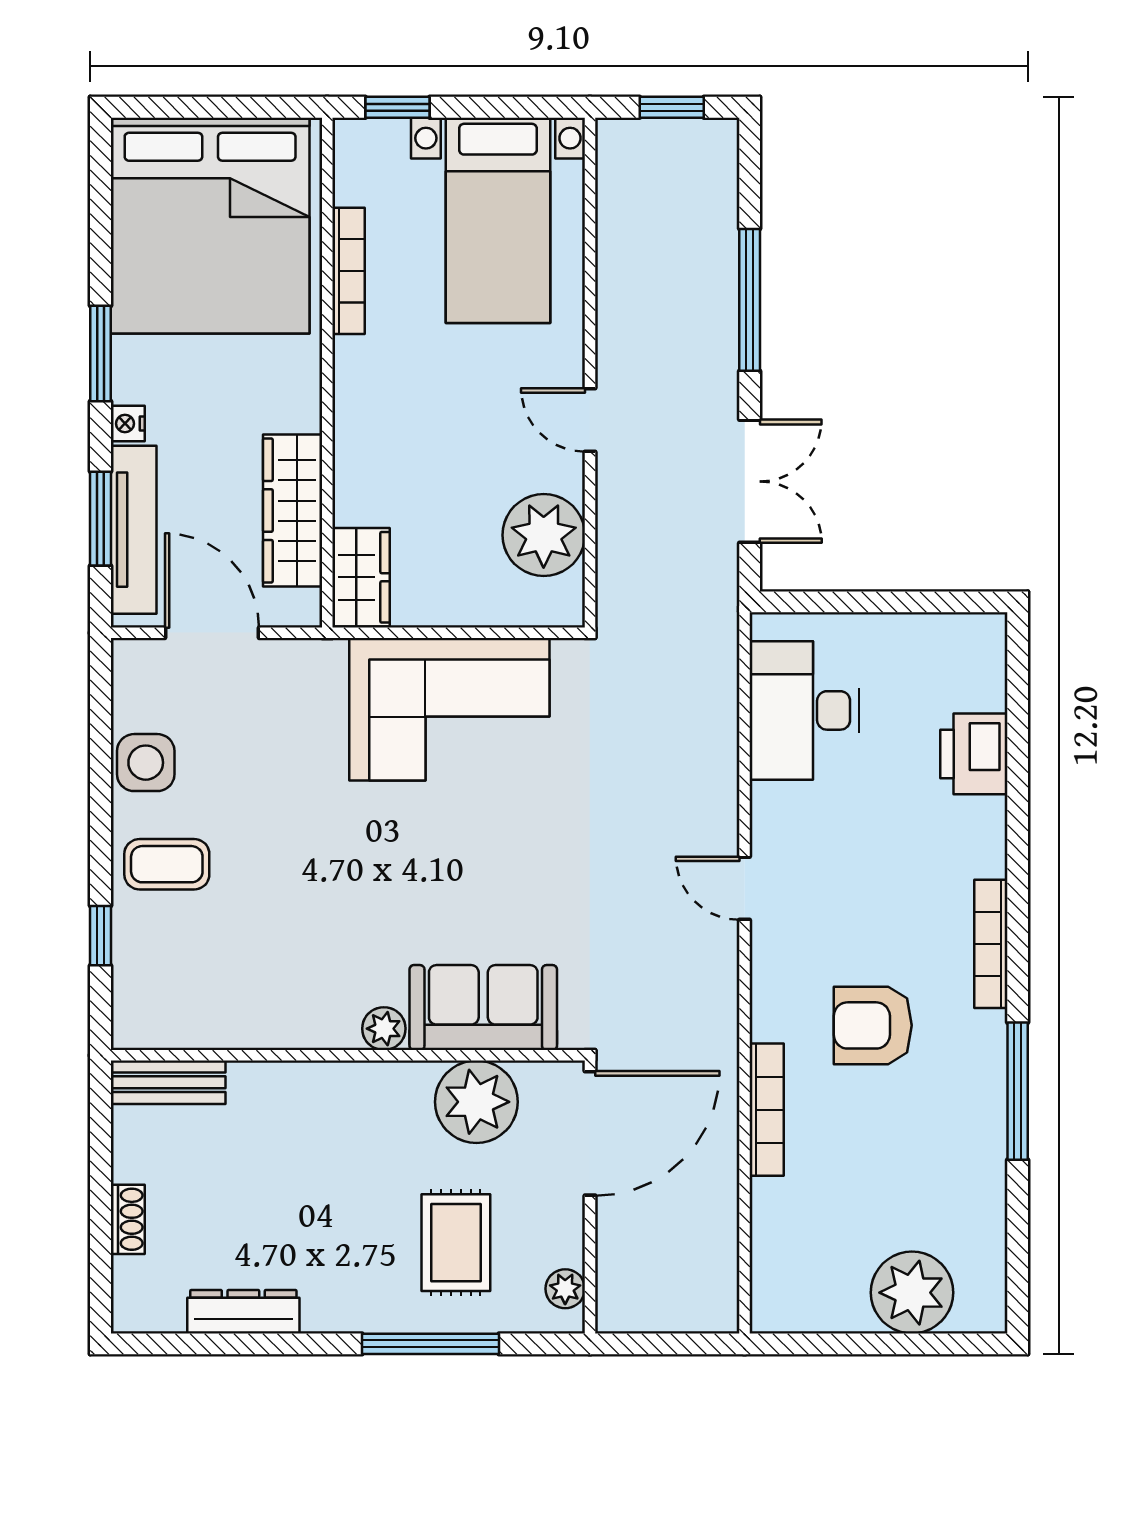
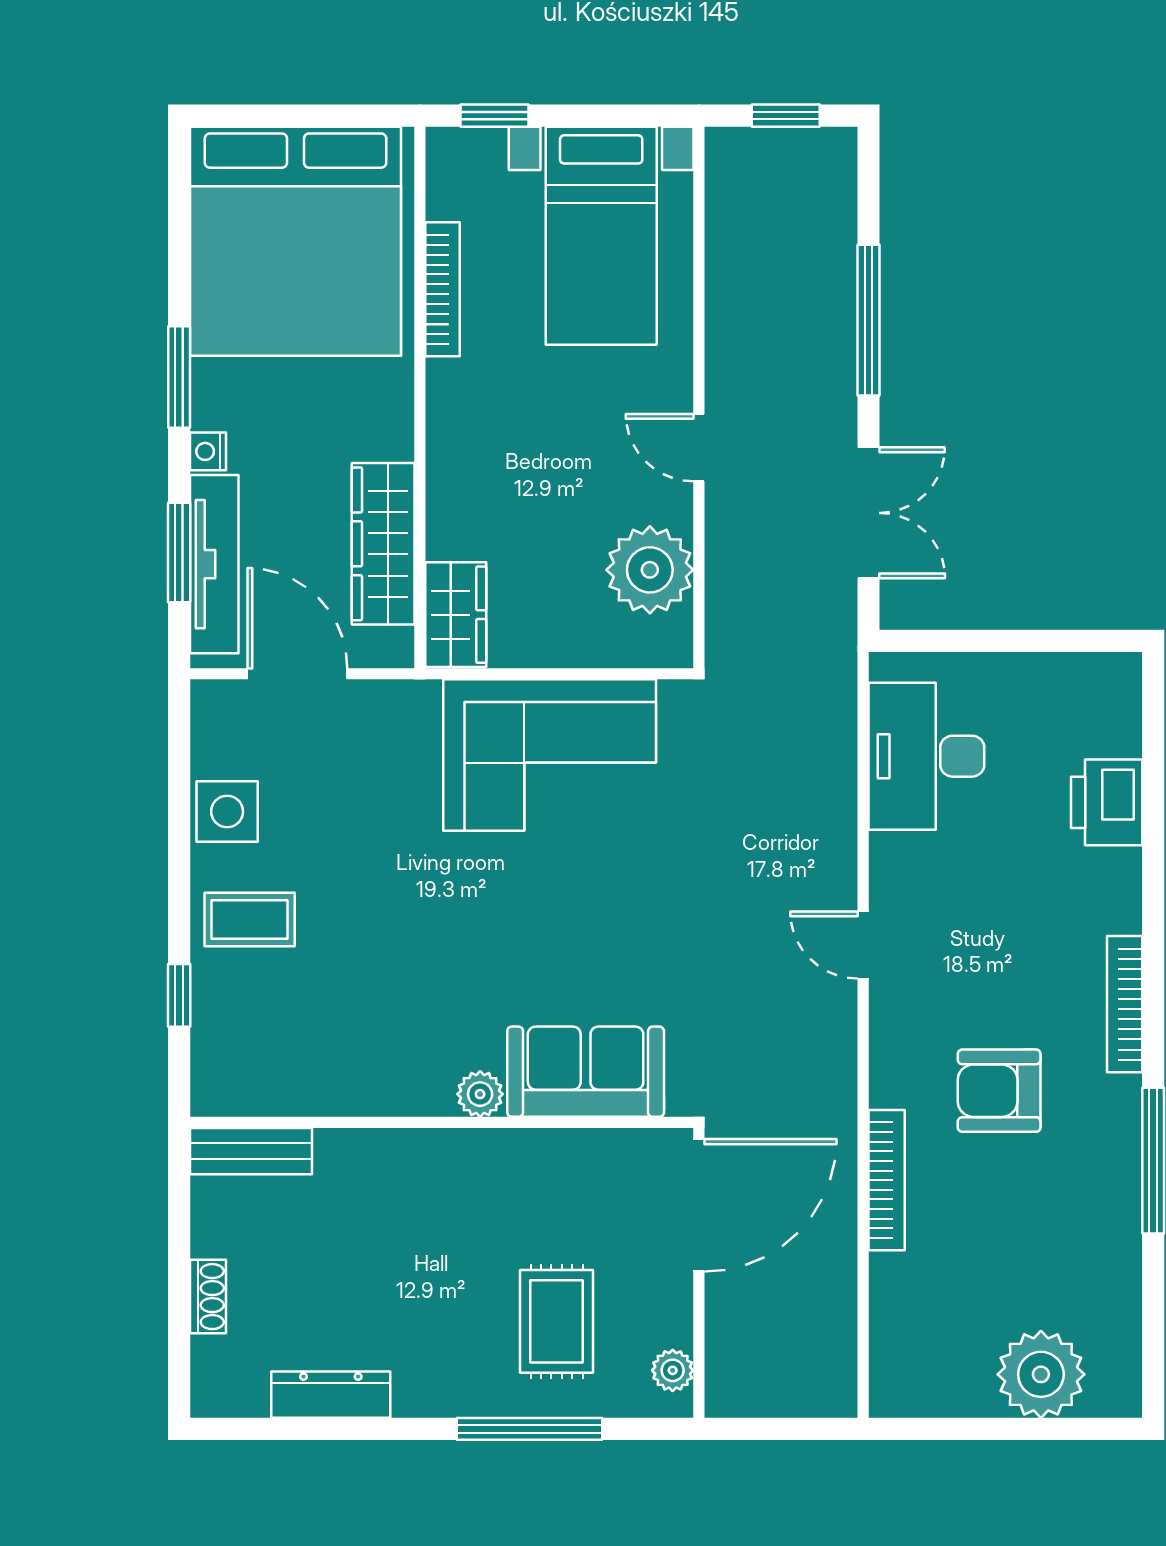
plant: (476, 1102) -> (578, 1172), removed

